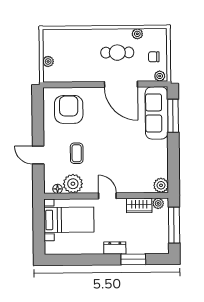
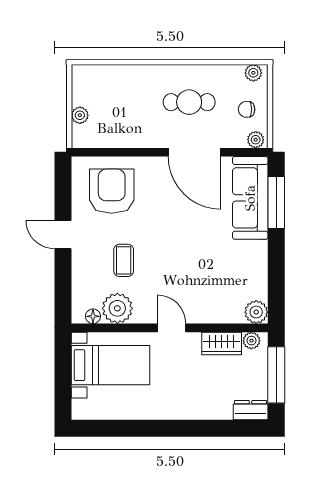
plant: (137, 34) -> (253, 73), moved
door: (38, 155) -> (63, 235), moved
dresser: (115, 248) -> (251, 410), moved
window: (133, 259) -> (212, 428), removed

